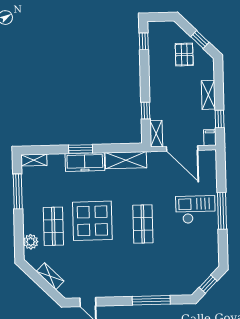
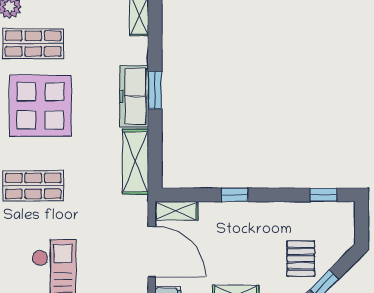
pallet: (184, 55) -> (301, 259), turned 90
window: (146, 111) -> (235, 195), moved
door: (182, 148) -> (152, 252), swing flipped

